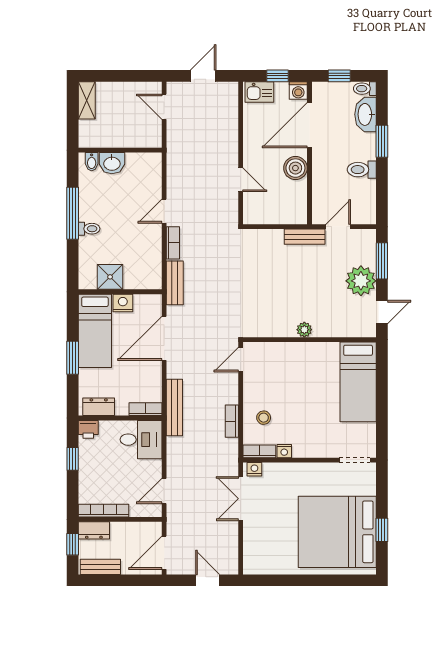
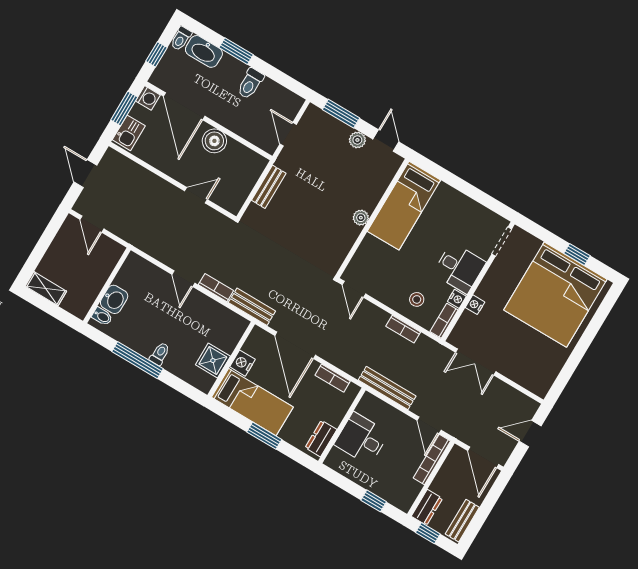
window: (277, 76) -> (124, 109), width x1.50
door: (164, 107) -> (92, 224), hinge flipped
bench: (305, 237) -> (269, 187), moved
plant: (361, 281) -> (357, 140), width x0.53, depth x0.53
bed: (358, 382) -> (404, 206), moved, turned 90
bench: (174, 408) -> (387, 388), moved
bookcase: (145, 409) -> (333, 378), moved, turned -90
printer: (88, 429) -> (335, 459), removed
desk: (311, 438) -> (459, 268), added
desk: (141, 440) -> (362, 439), moved, turned -90
window: (73, 459) -> (374, 501), moved
nightstand: (254, 469) -> (475, 305), moved
bookcase: (104, 511) -> (432, 460), moved

